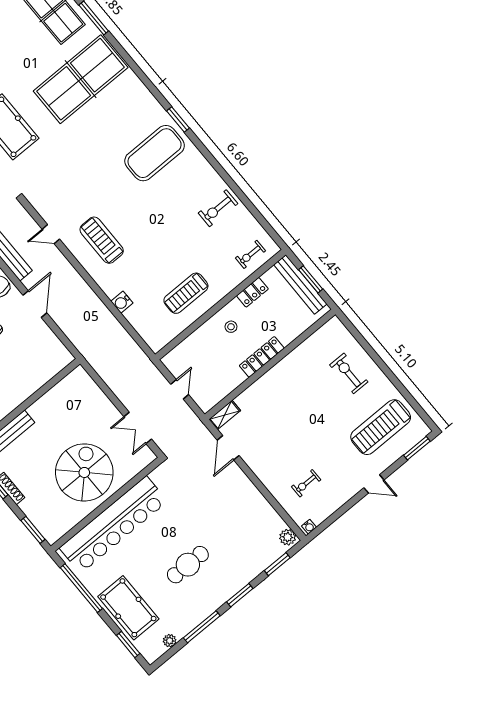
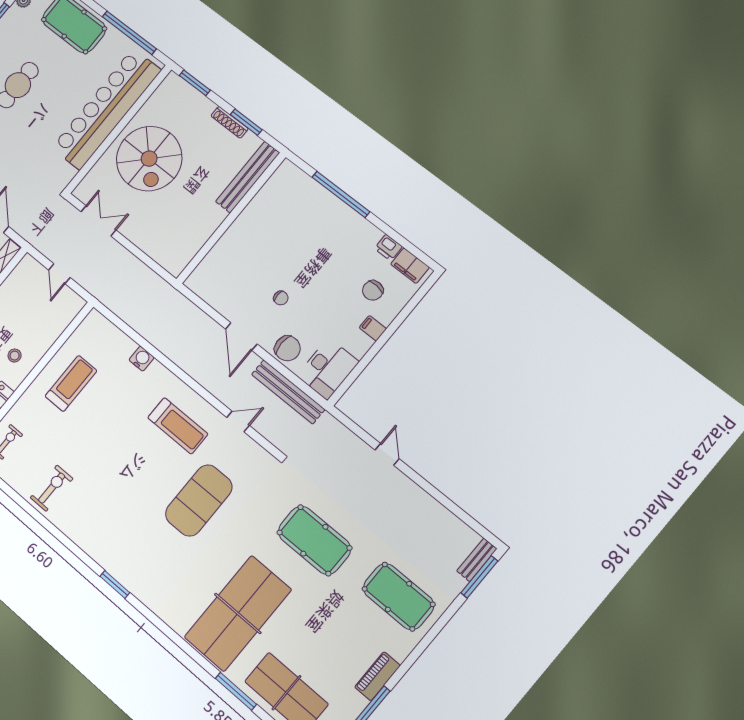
exercise mat: (155, 153) -> (199, 500), moved

